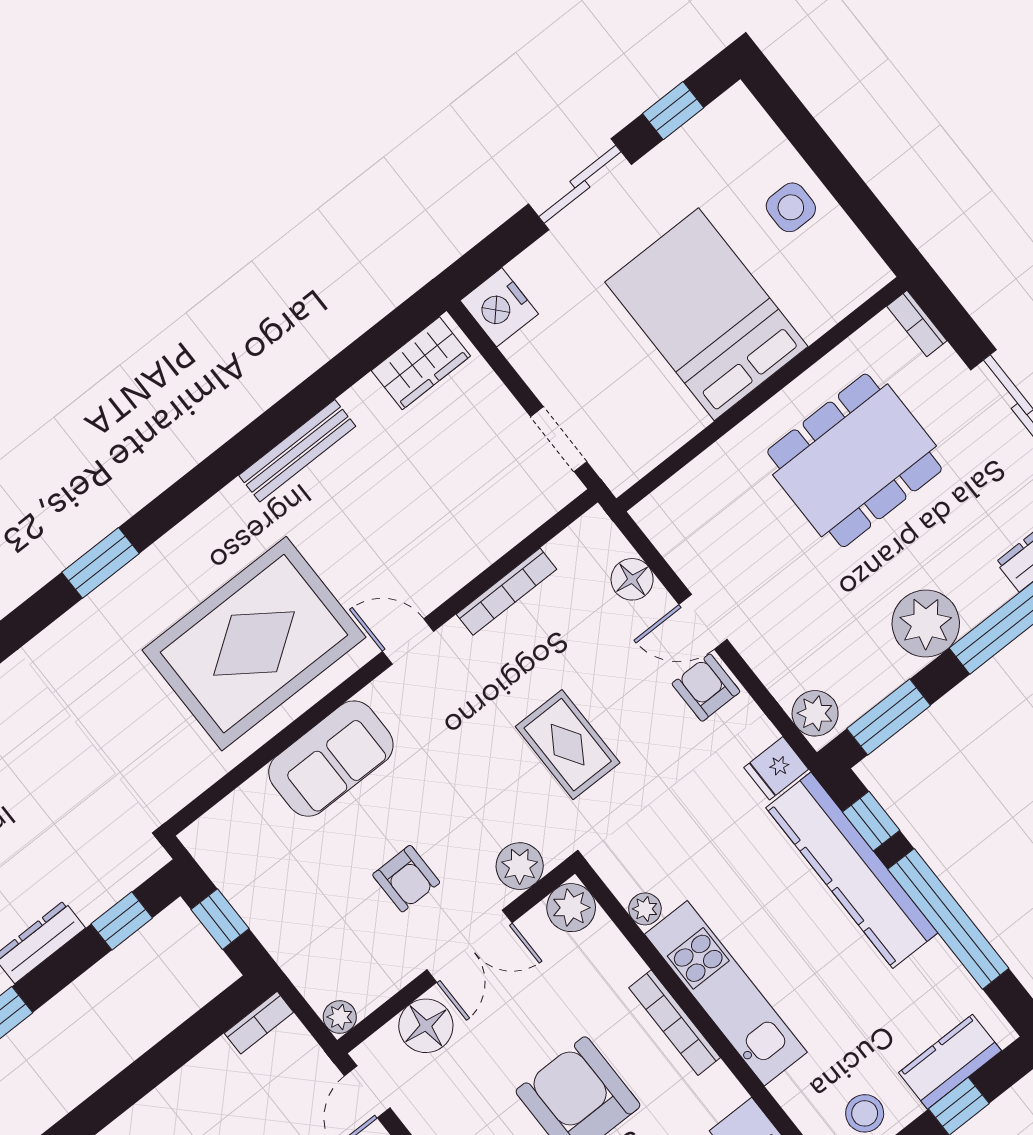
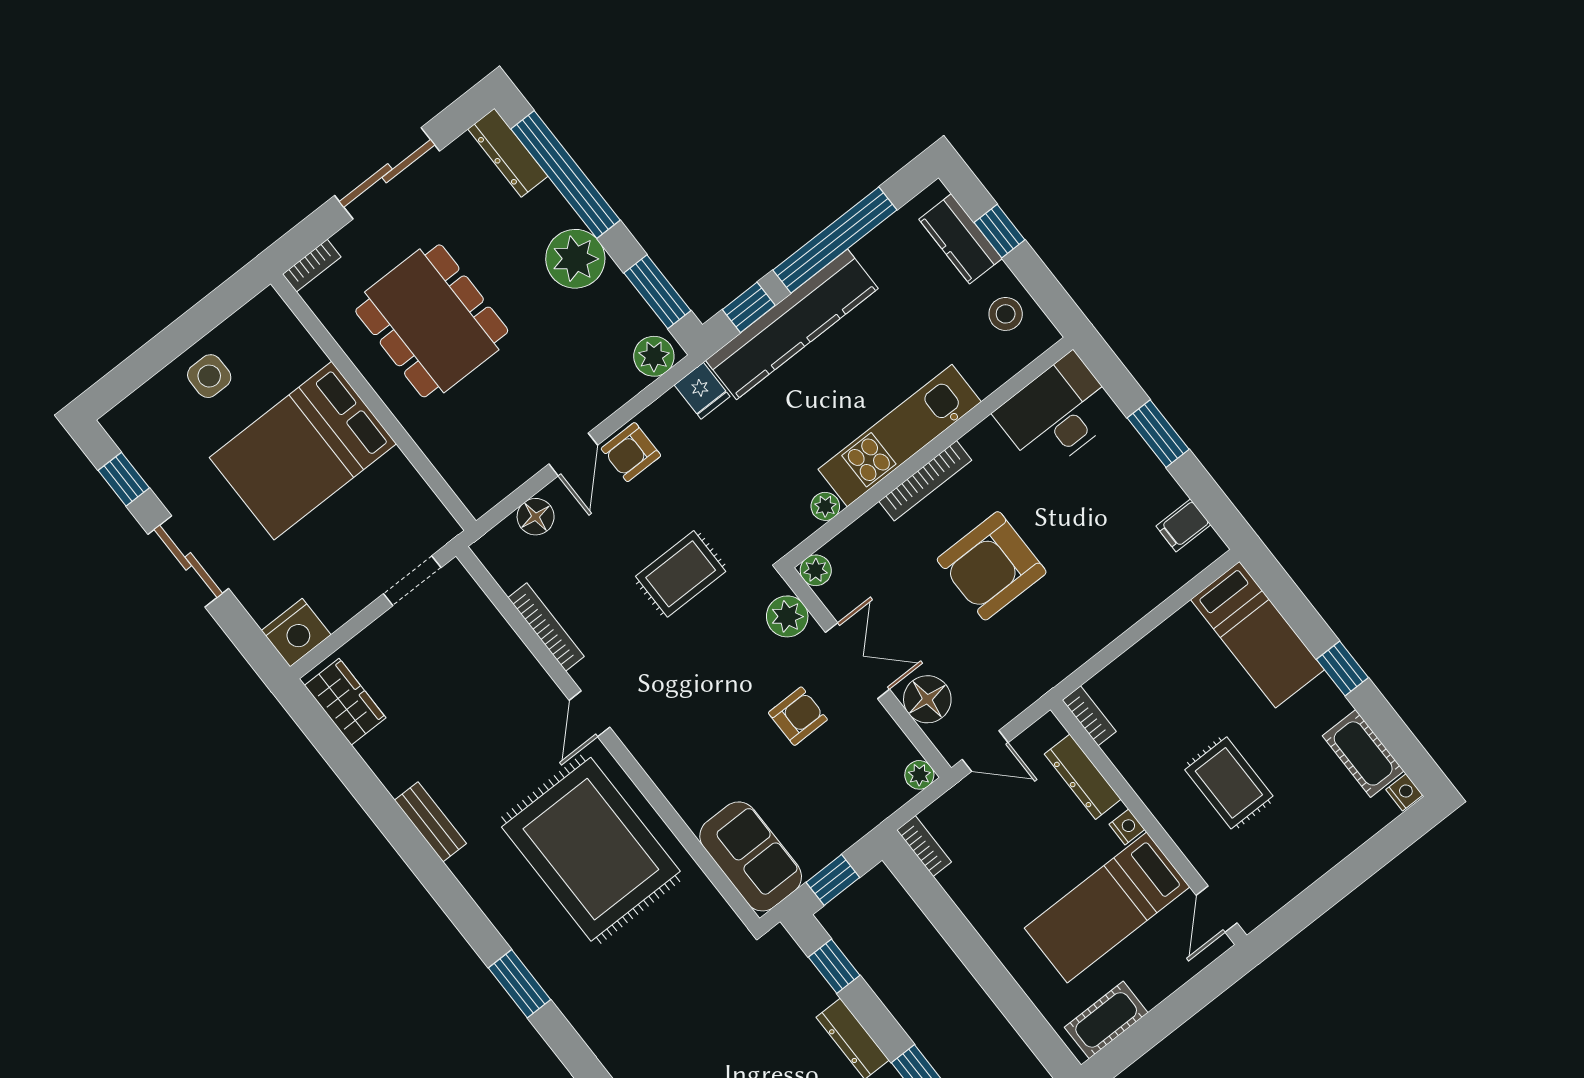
bench: (297, 451) -> (430, 822), width x0.73
sofa: (331, 759) -> (751, 856), moved
plant: (571, 908) -> (816, 570), width x0.73, depth x0.73

